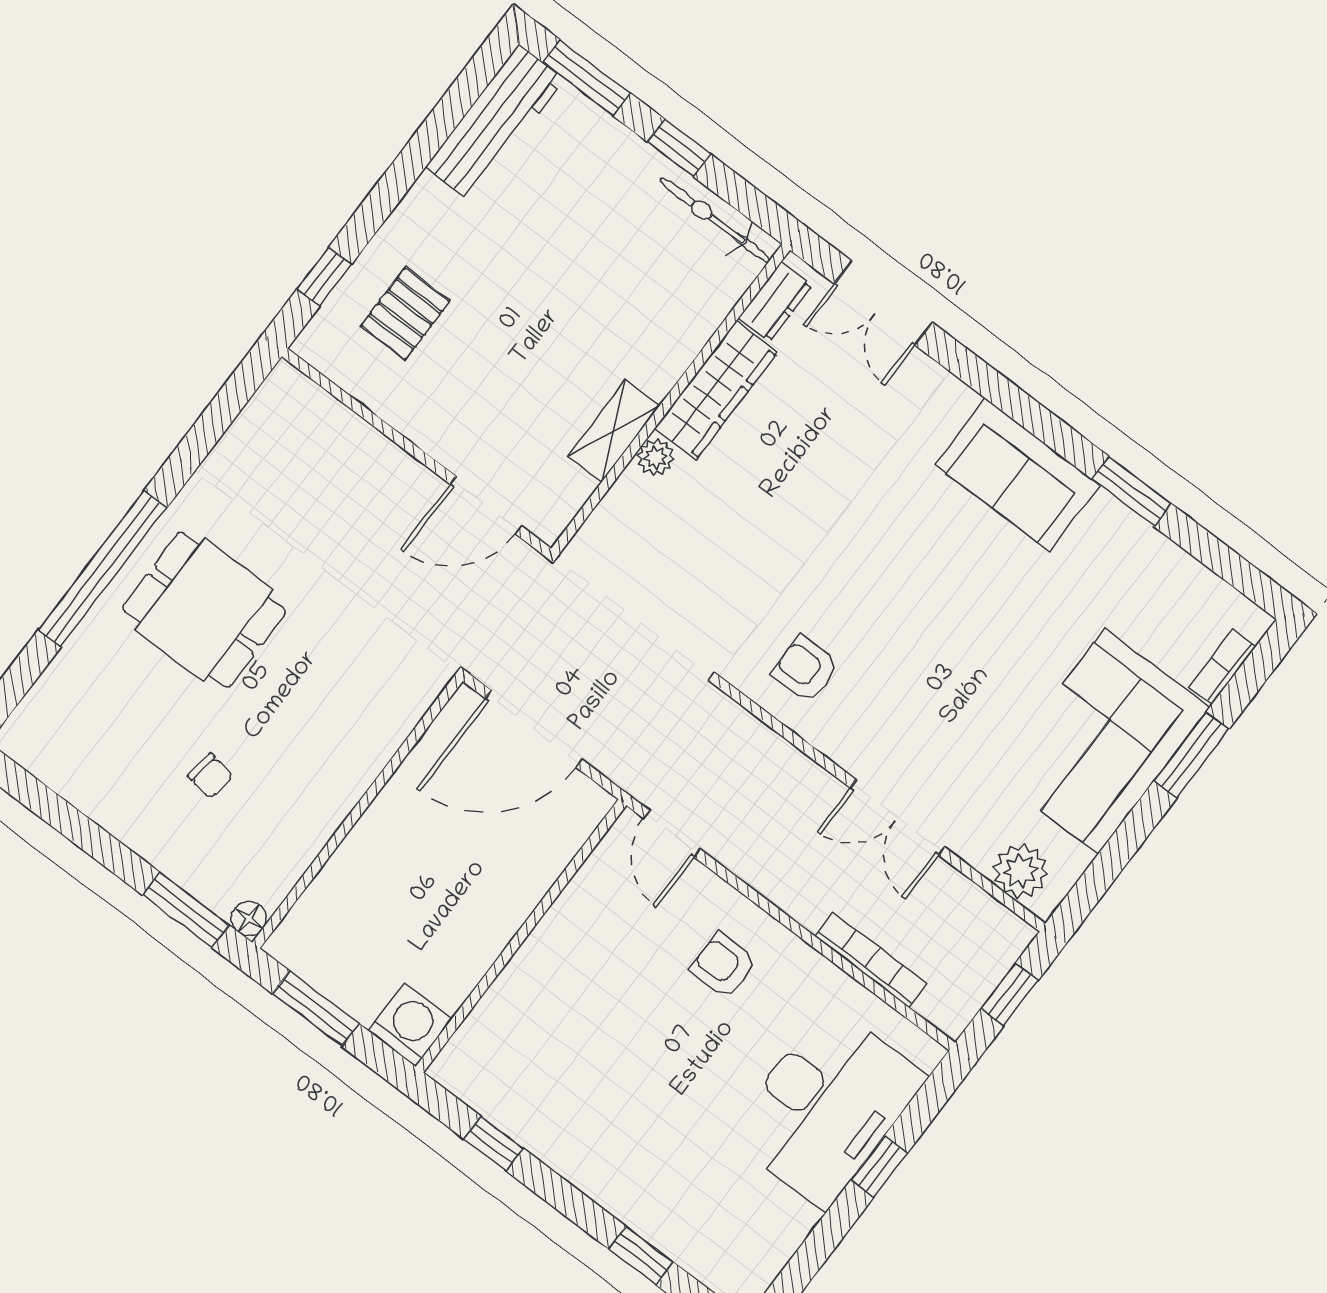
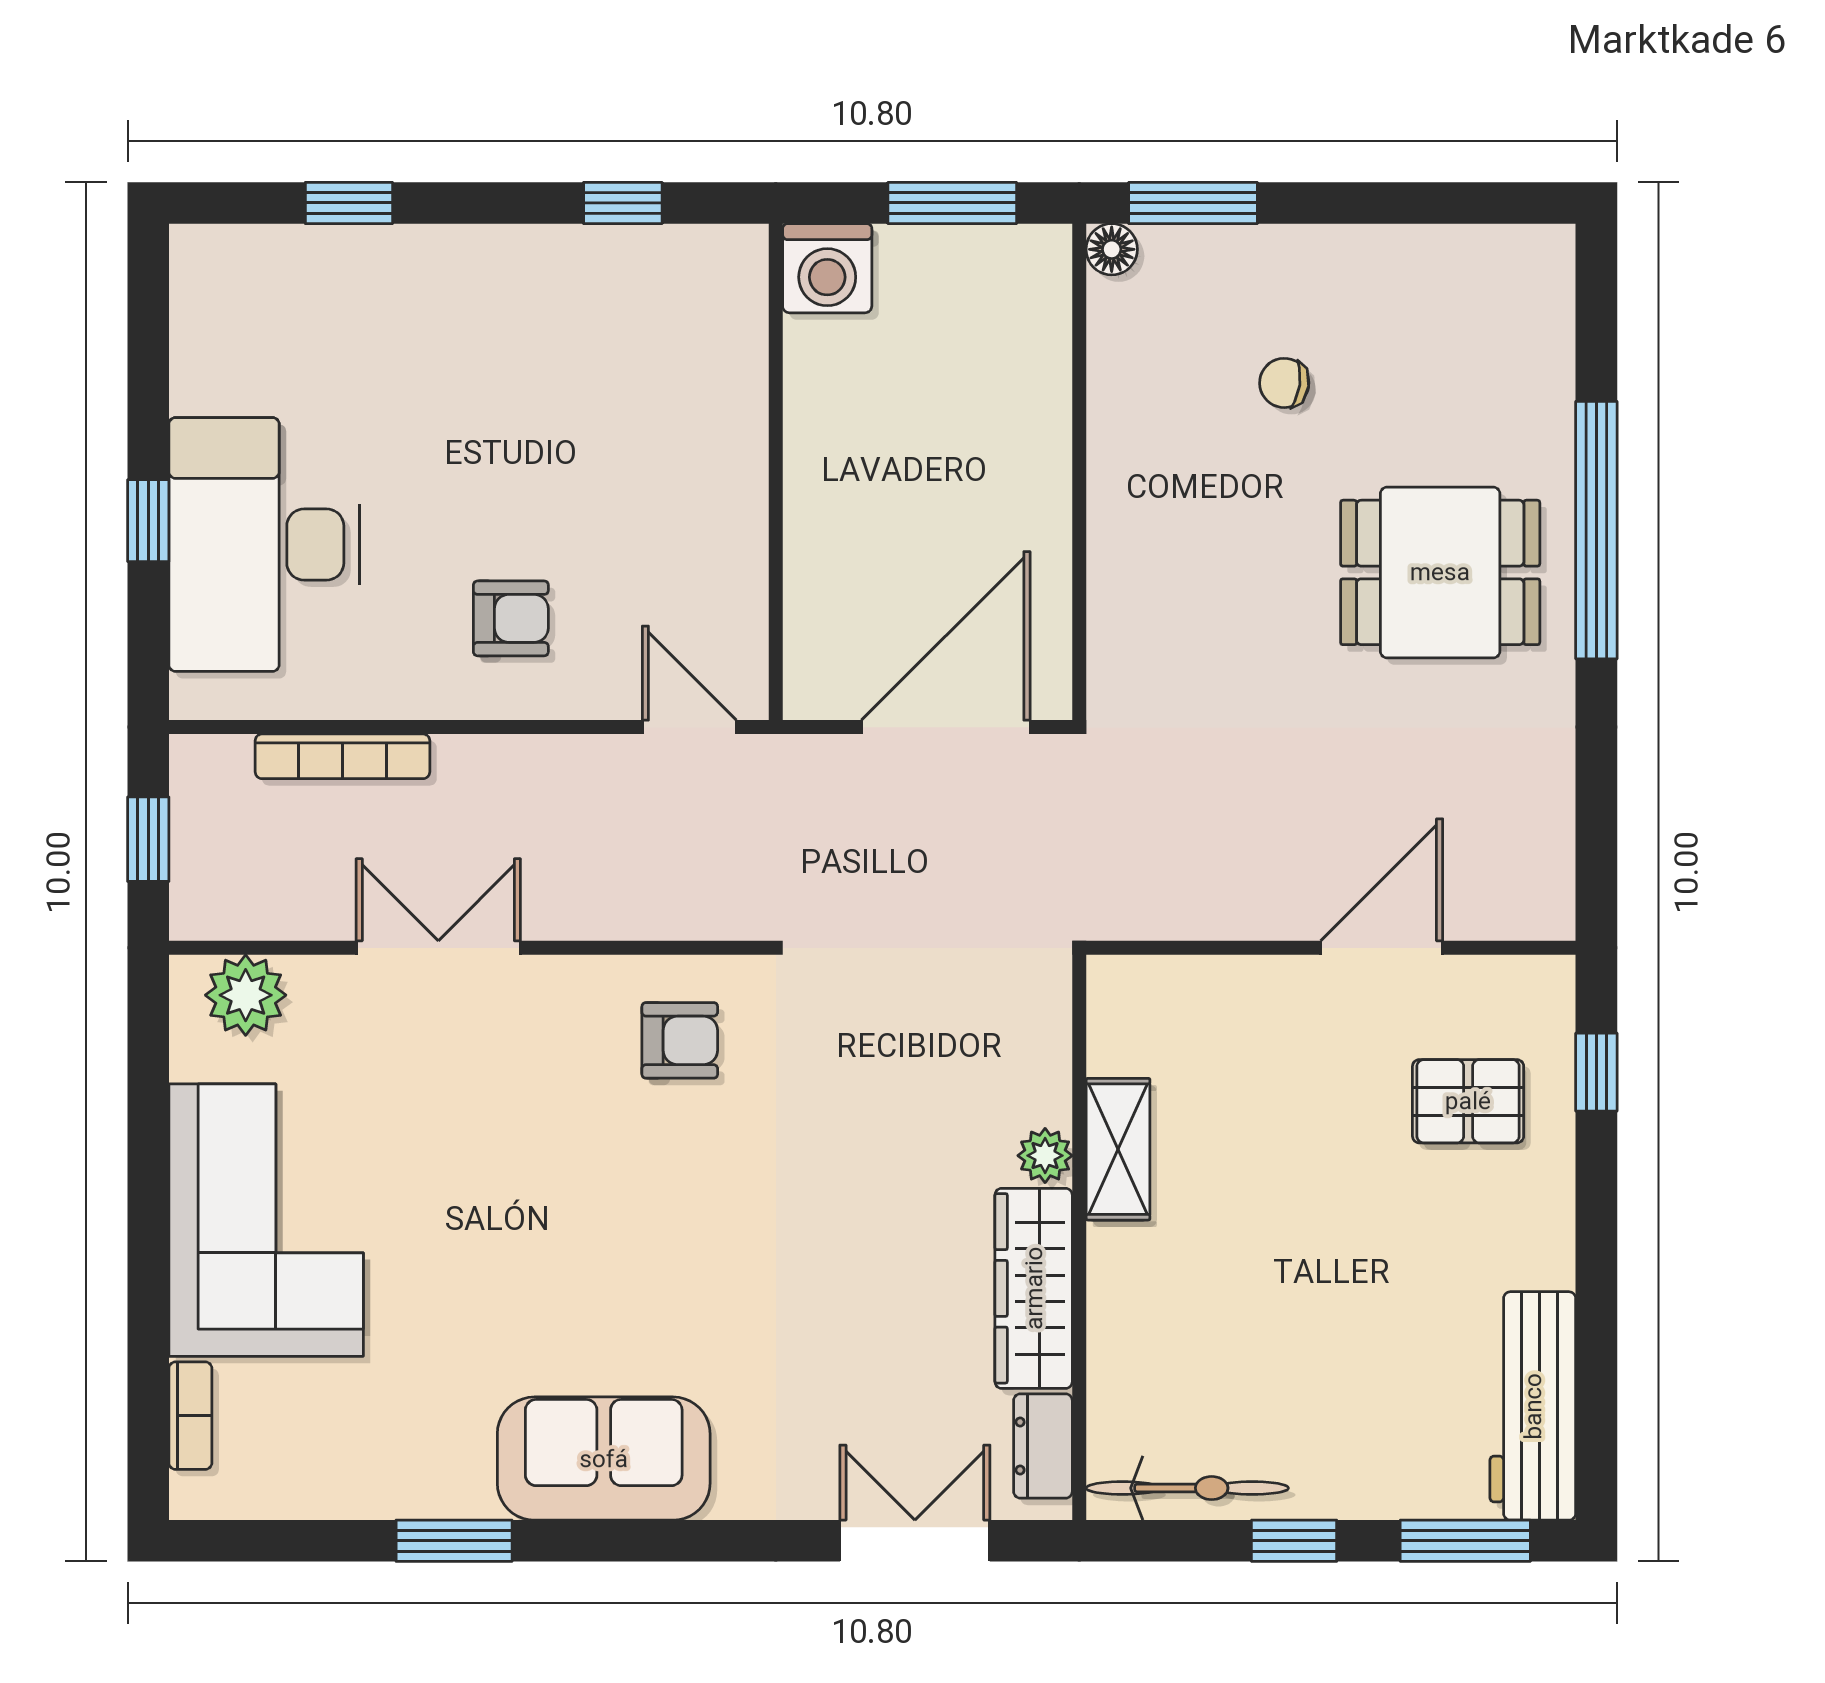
pallet: (405, 314) -> (1468, 1101), turned 90
door: (486, 505) -> (1382, 948), moved
window: (1191, 755) -> (148, 1284), removed

